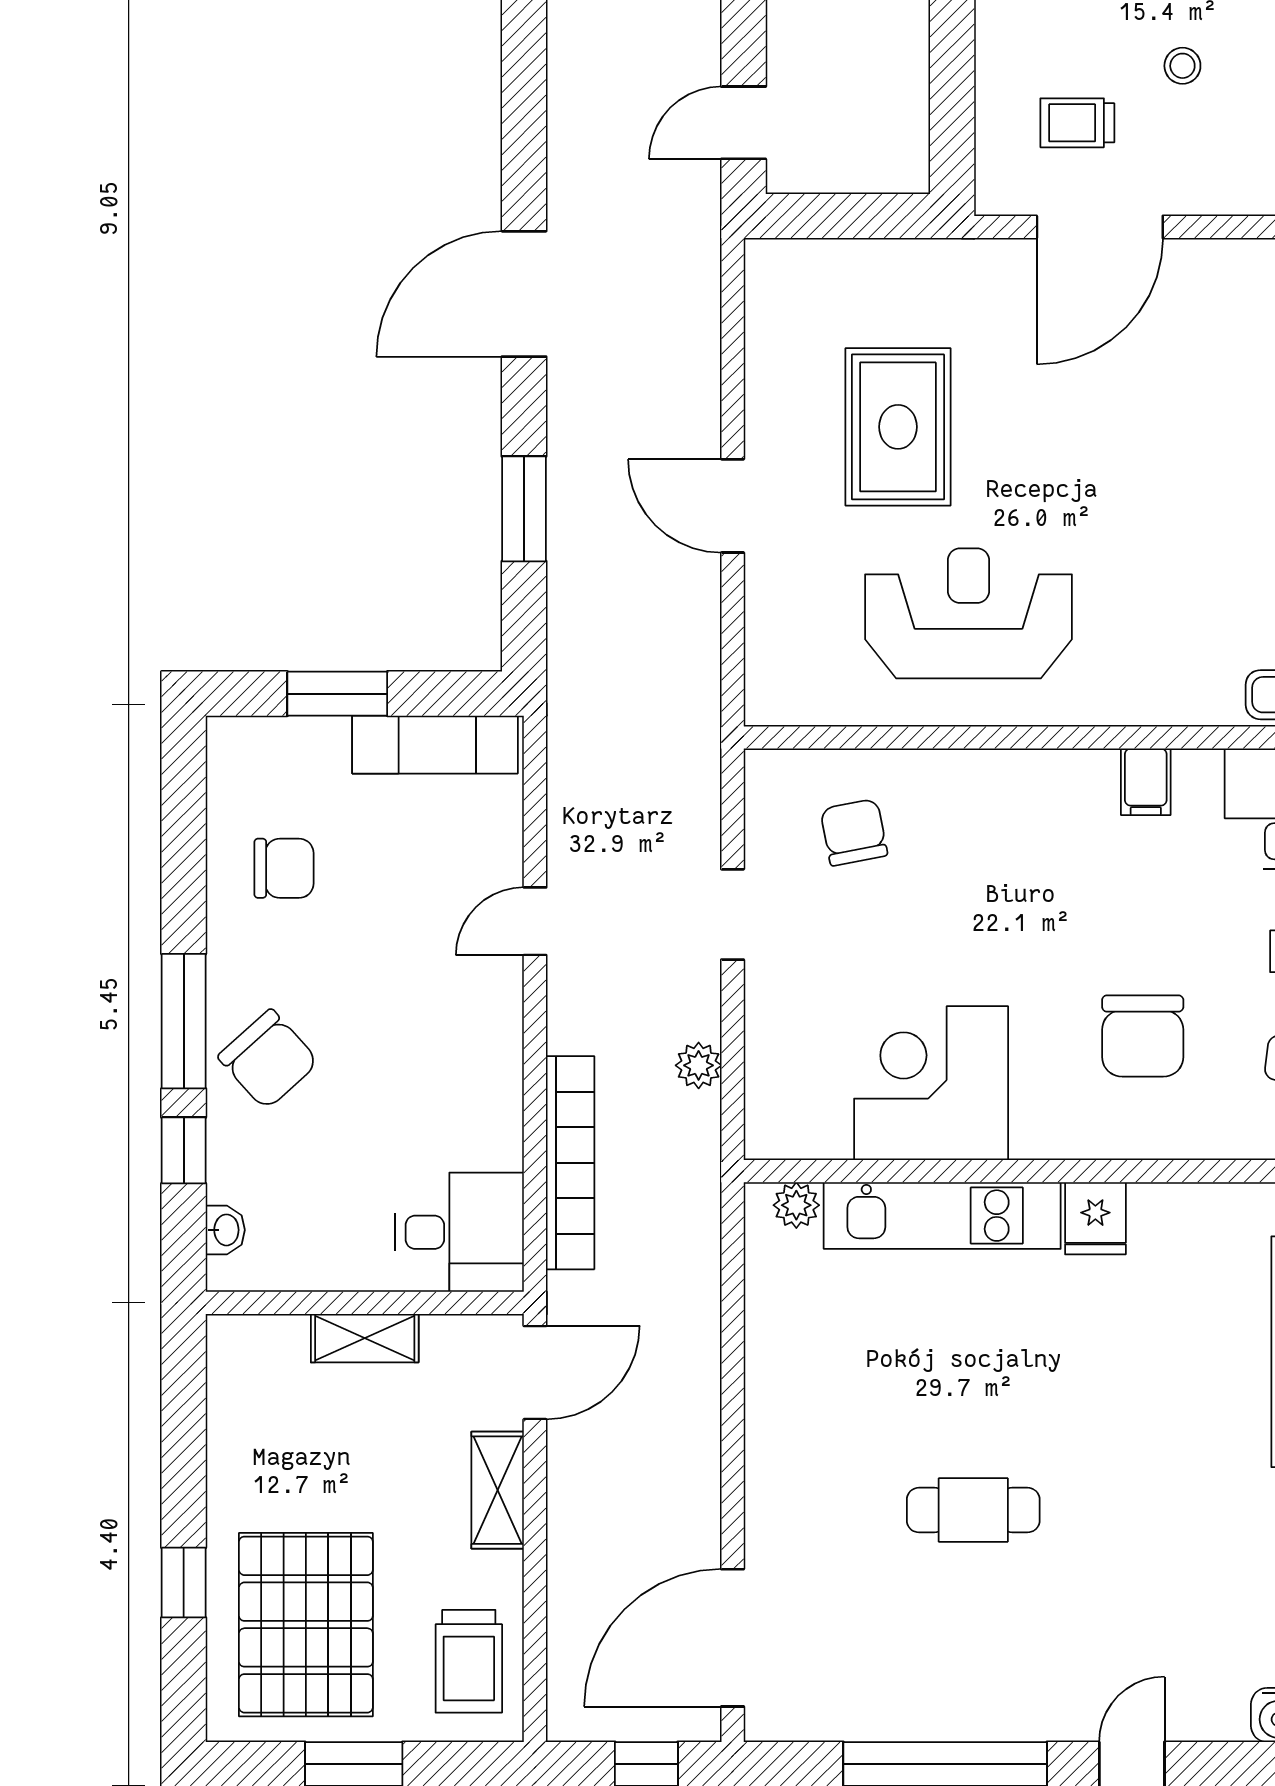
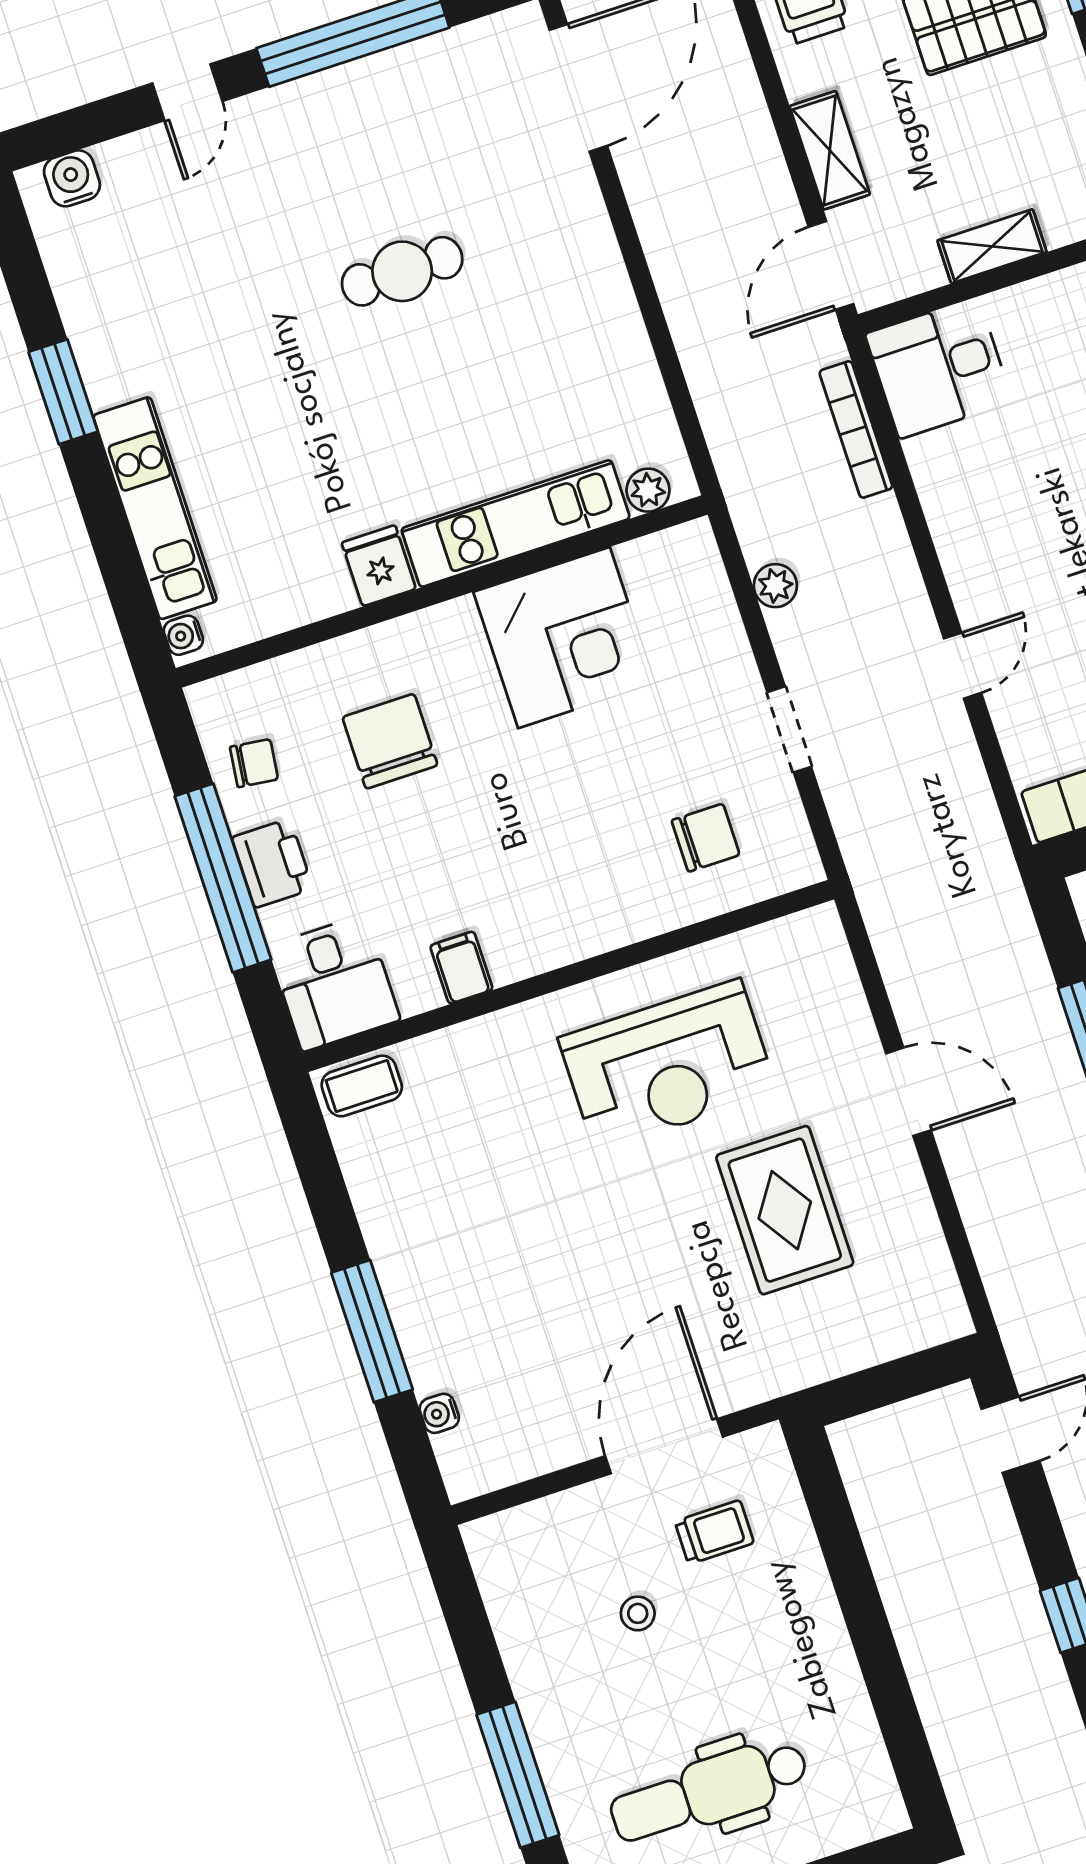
chair: (854, 832) -> (706, 838), turned -79
bookcase: (570, 1163) -> (856, 429), width x0.68, depth x0.76

